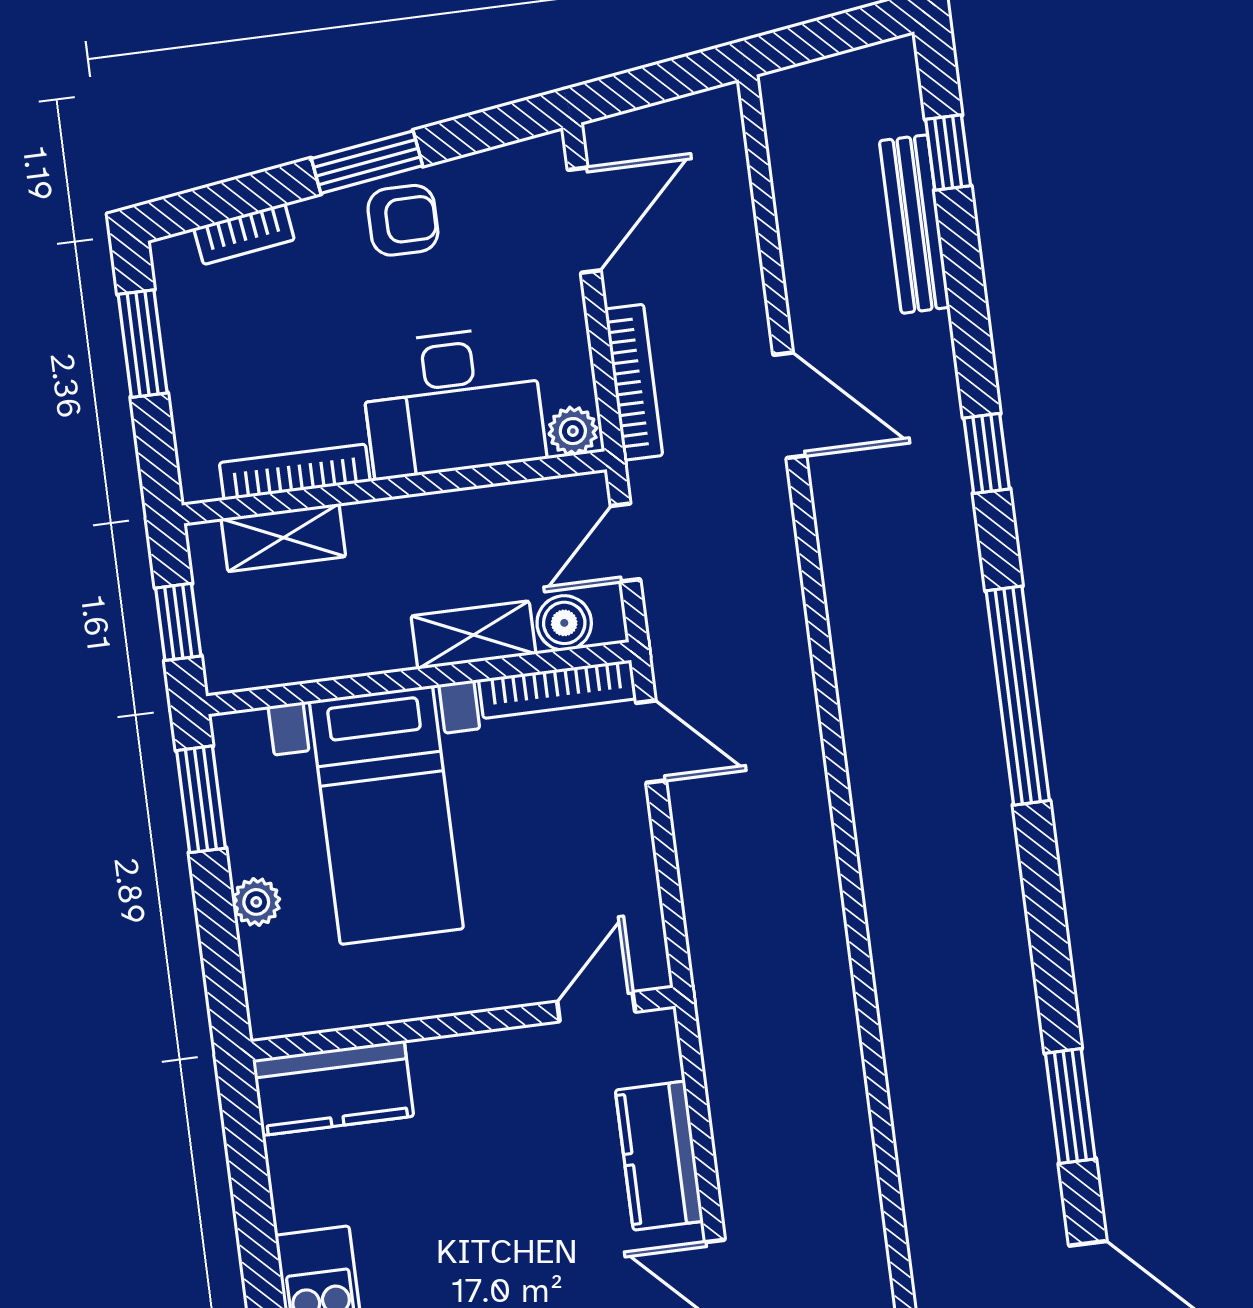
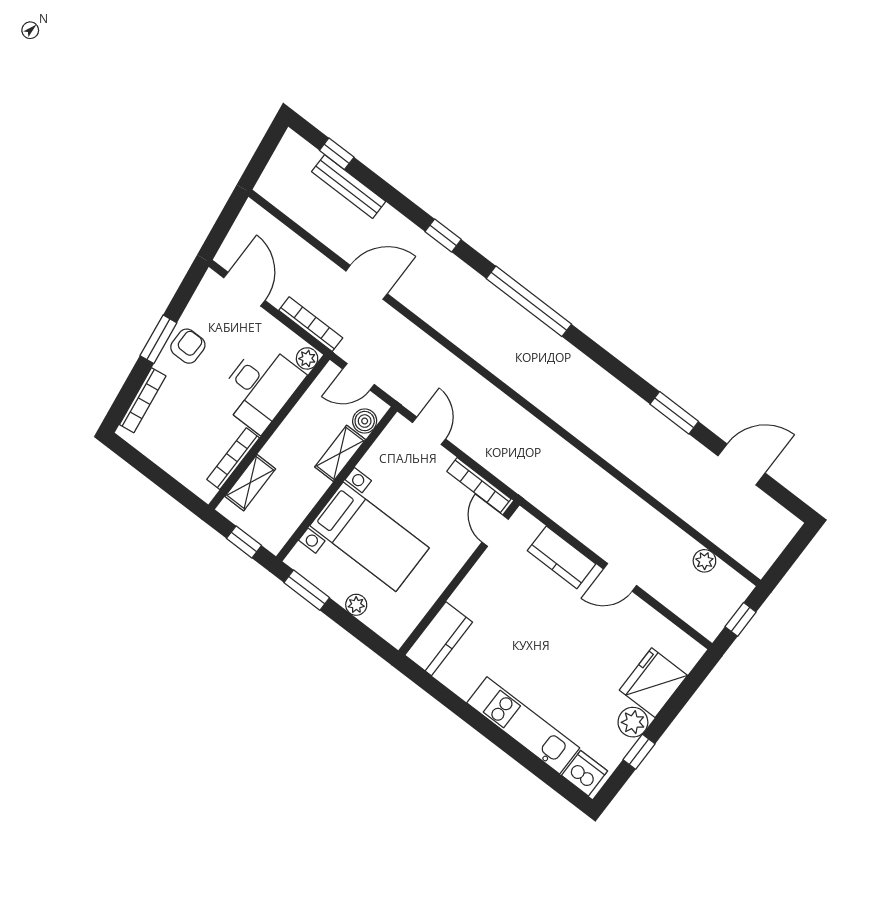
bookcase: (244, 234) -> (143, 400), width x1.56
window: (143, 344) -> (145, 466), removed
door: (625, 543) -> (358, 377), hinge flipped
bookcase: (557, 689) -> (479, 485), moved, turned 90
door: (651, 742) -> (429, 431), hinge flipped

